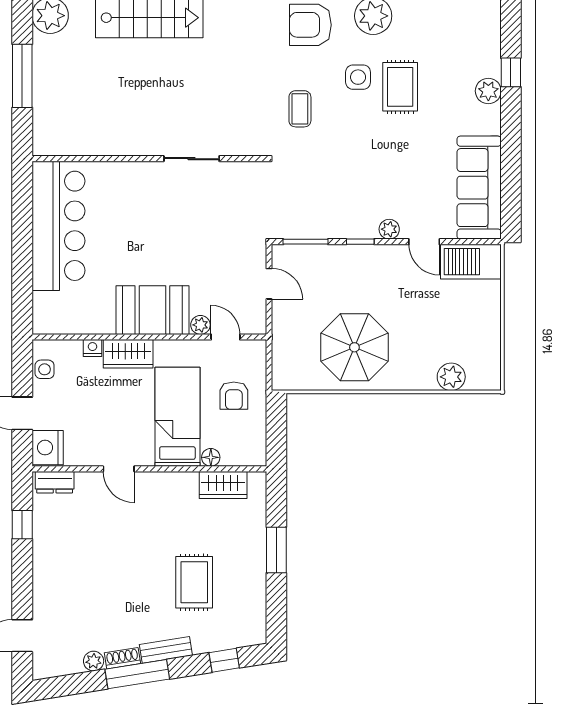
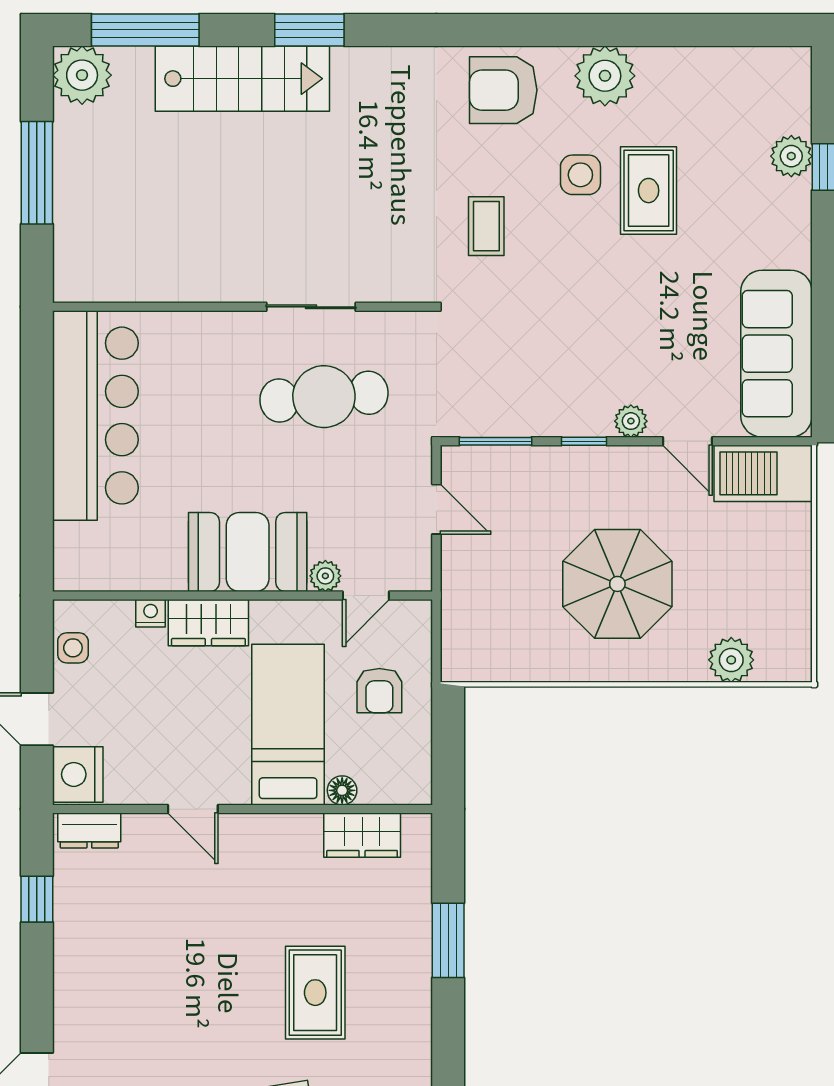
plant: (488, 91) -> (791, 156), moved
cafe table: (200, 214) -> (324, 397), added
door: (225, 337) -> (366, 595), swing flipped
parasol: (354, 347) -> (617, 584), moved

